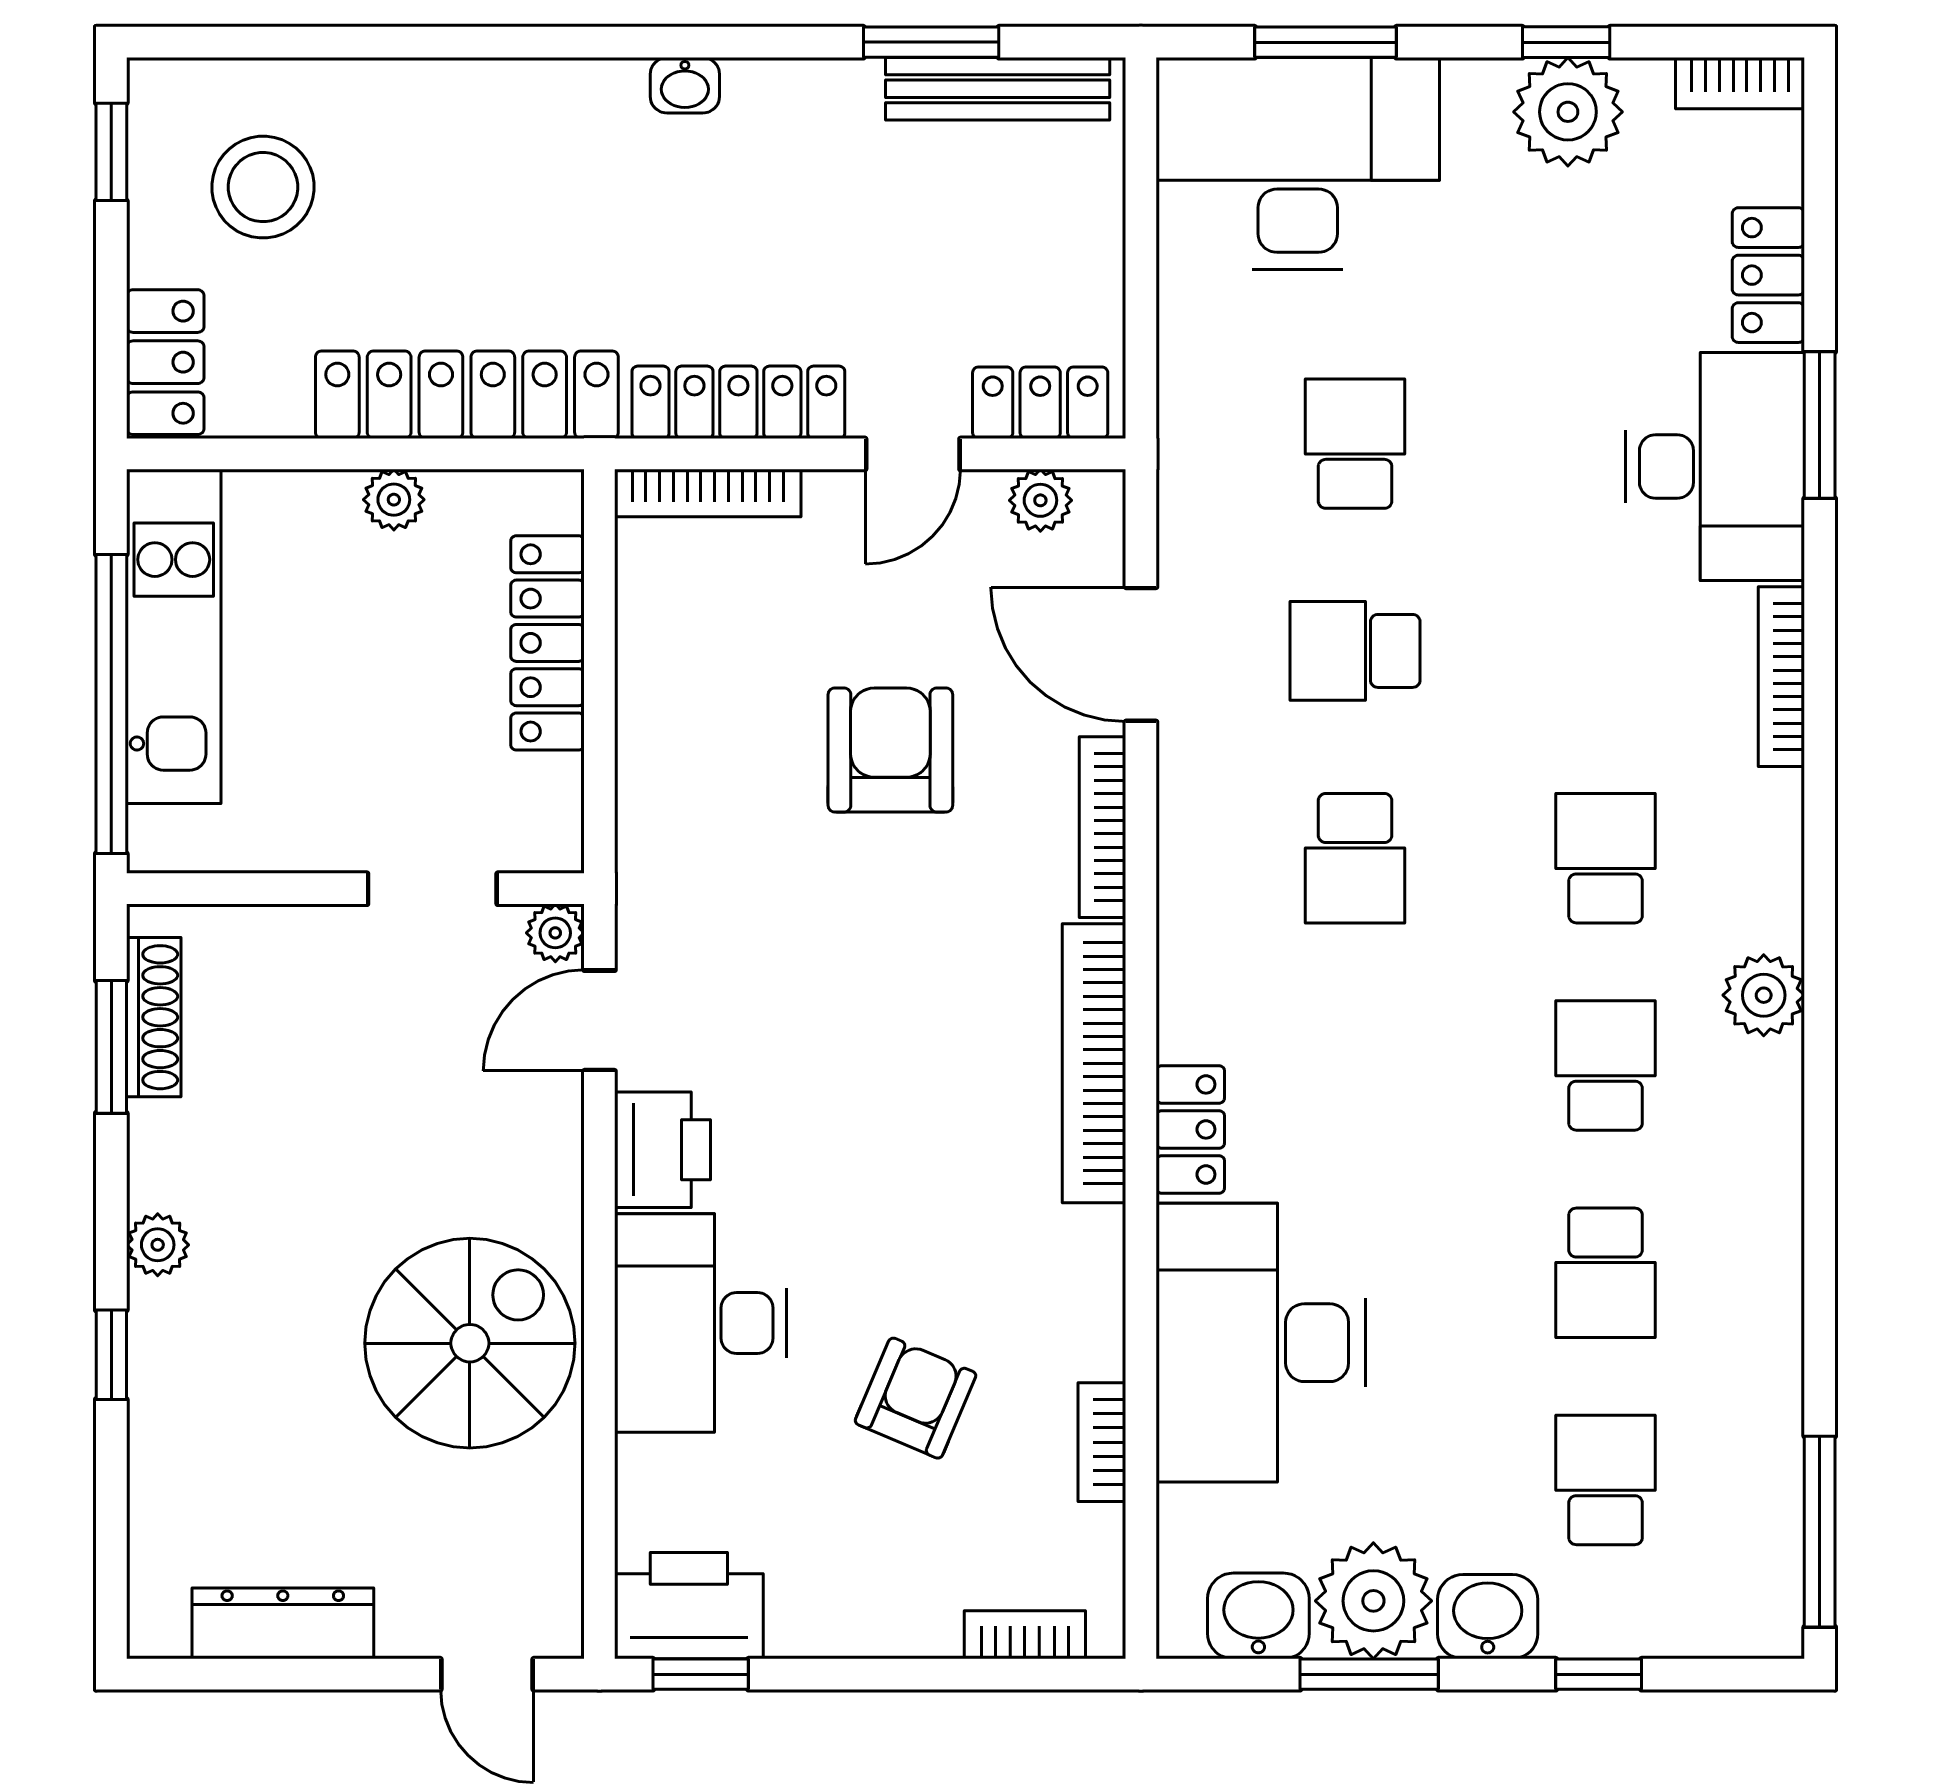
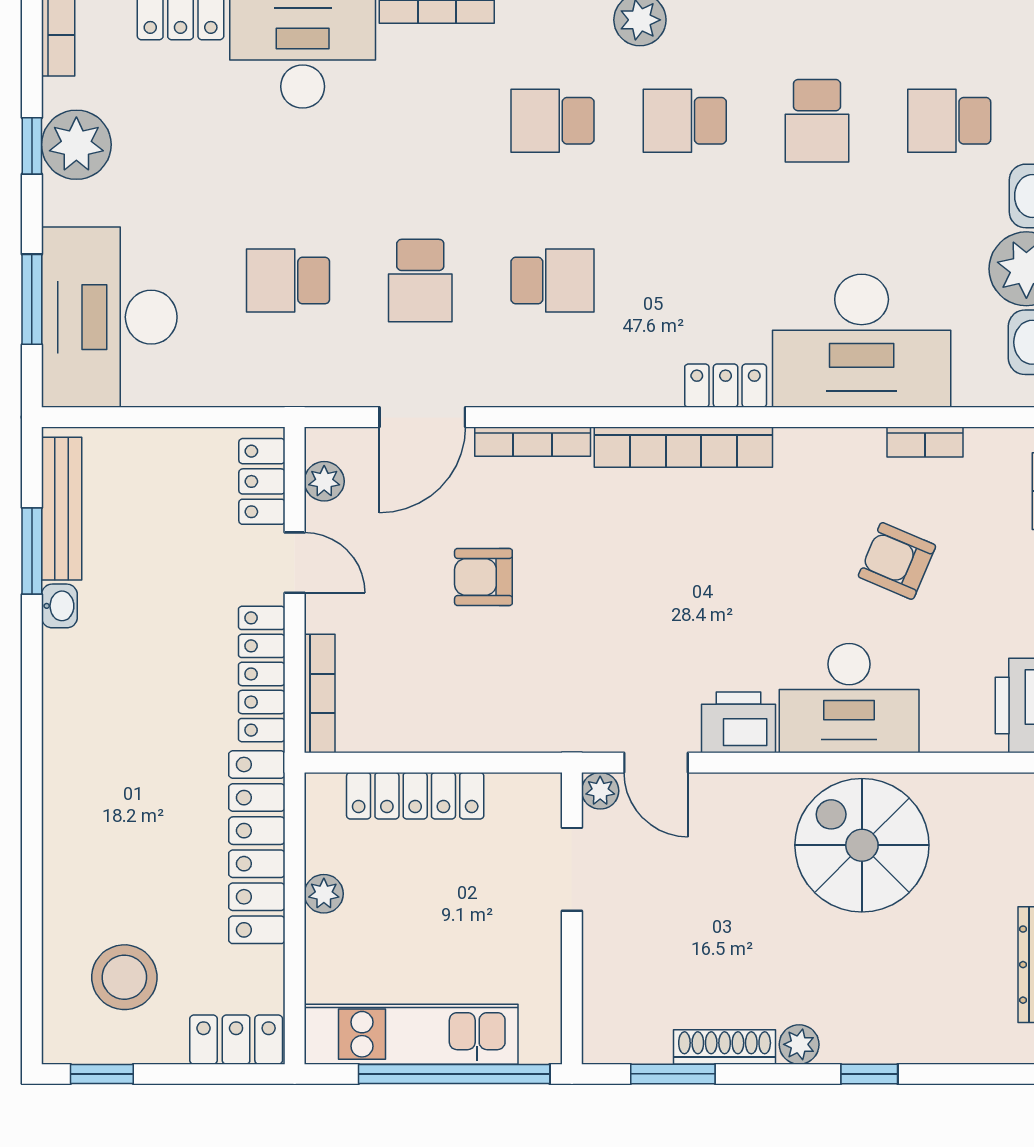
washbasin: (685, 85) -> (59, 606), moved
armchair: (890, 750) -> (483, 577), width x0.72, depth x0.72
shoe rack: (154, 1017) -> (725, 1047), moved
school desk: (1606, 1273) -> (817, 121), turned 90

